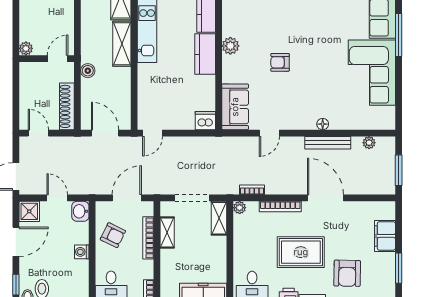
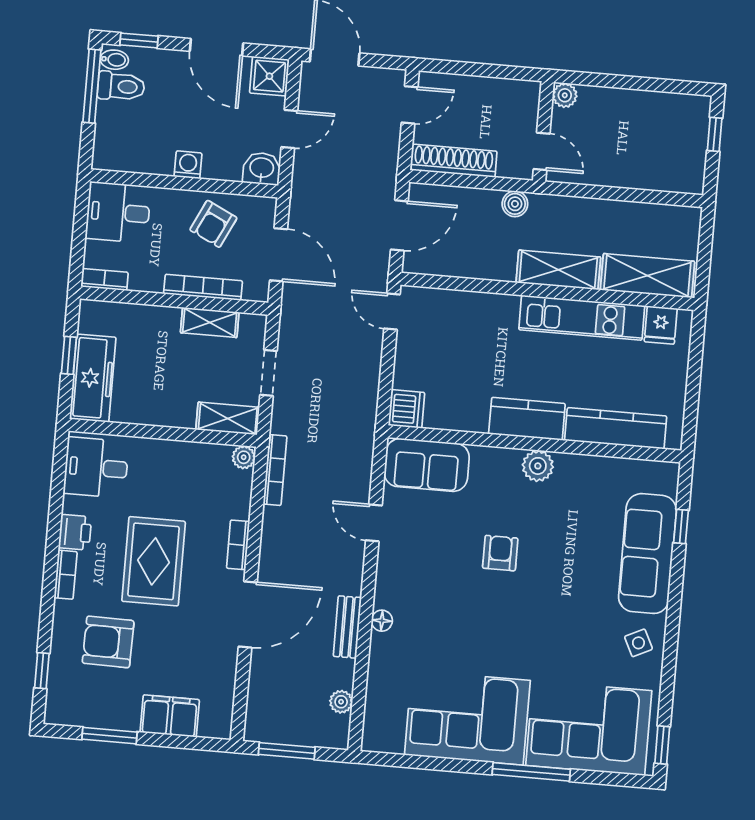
bench: (328, 143) -> (347, 627), width x0.73
bookcase: (252, 190) -> (275, 470), width x1.56
doorway: (192, 198) -> (268, 373), width x0.73
bookcase: (280, 207) -> (238, 545), width x0.64

